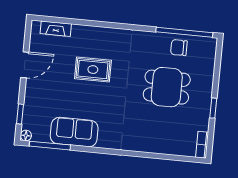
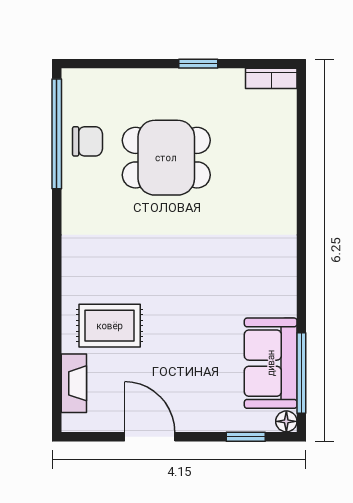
chair: (179, 48) -> (87, 141), turned -90
rug: (93, 70) -> (110, 326), moved, turned 90
dining table: (167, 87) -> (166, 158), turned 90
sofa: (74, 132) -> (271, 363), moved

